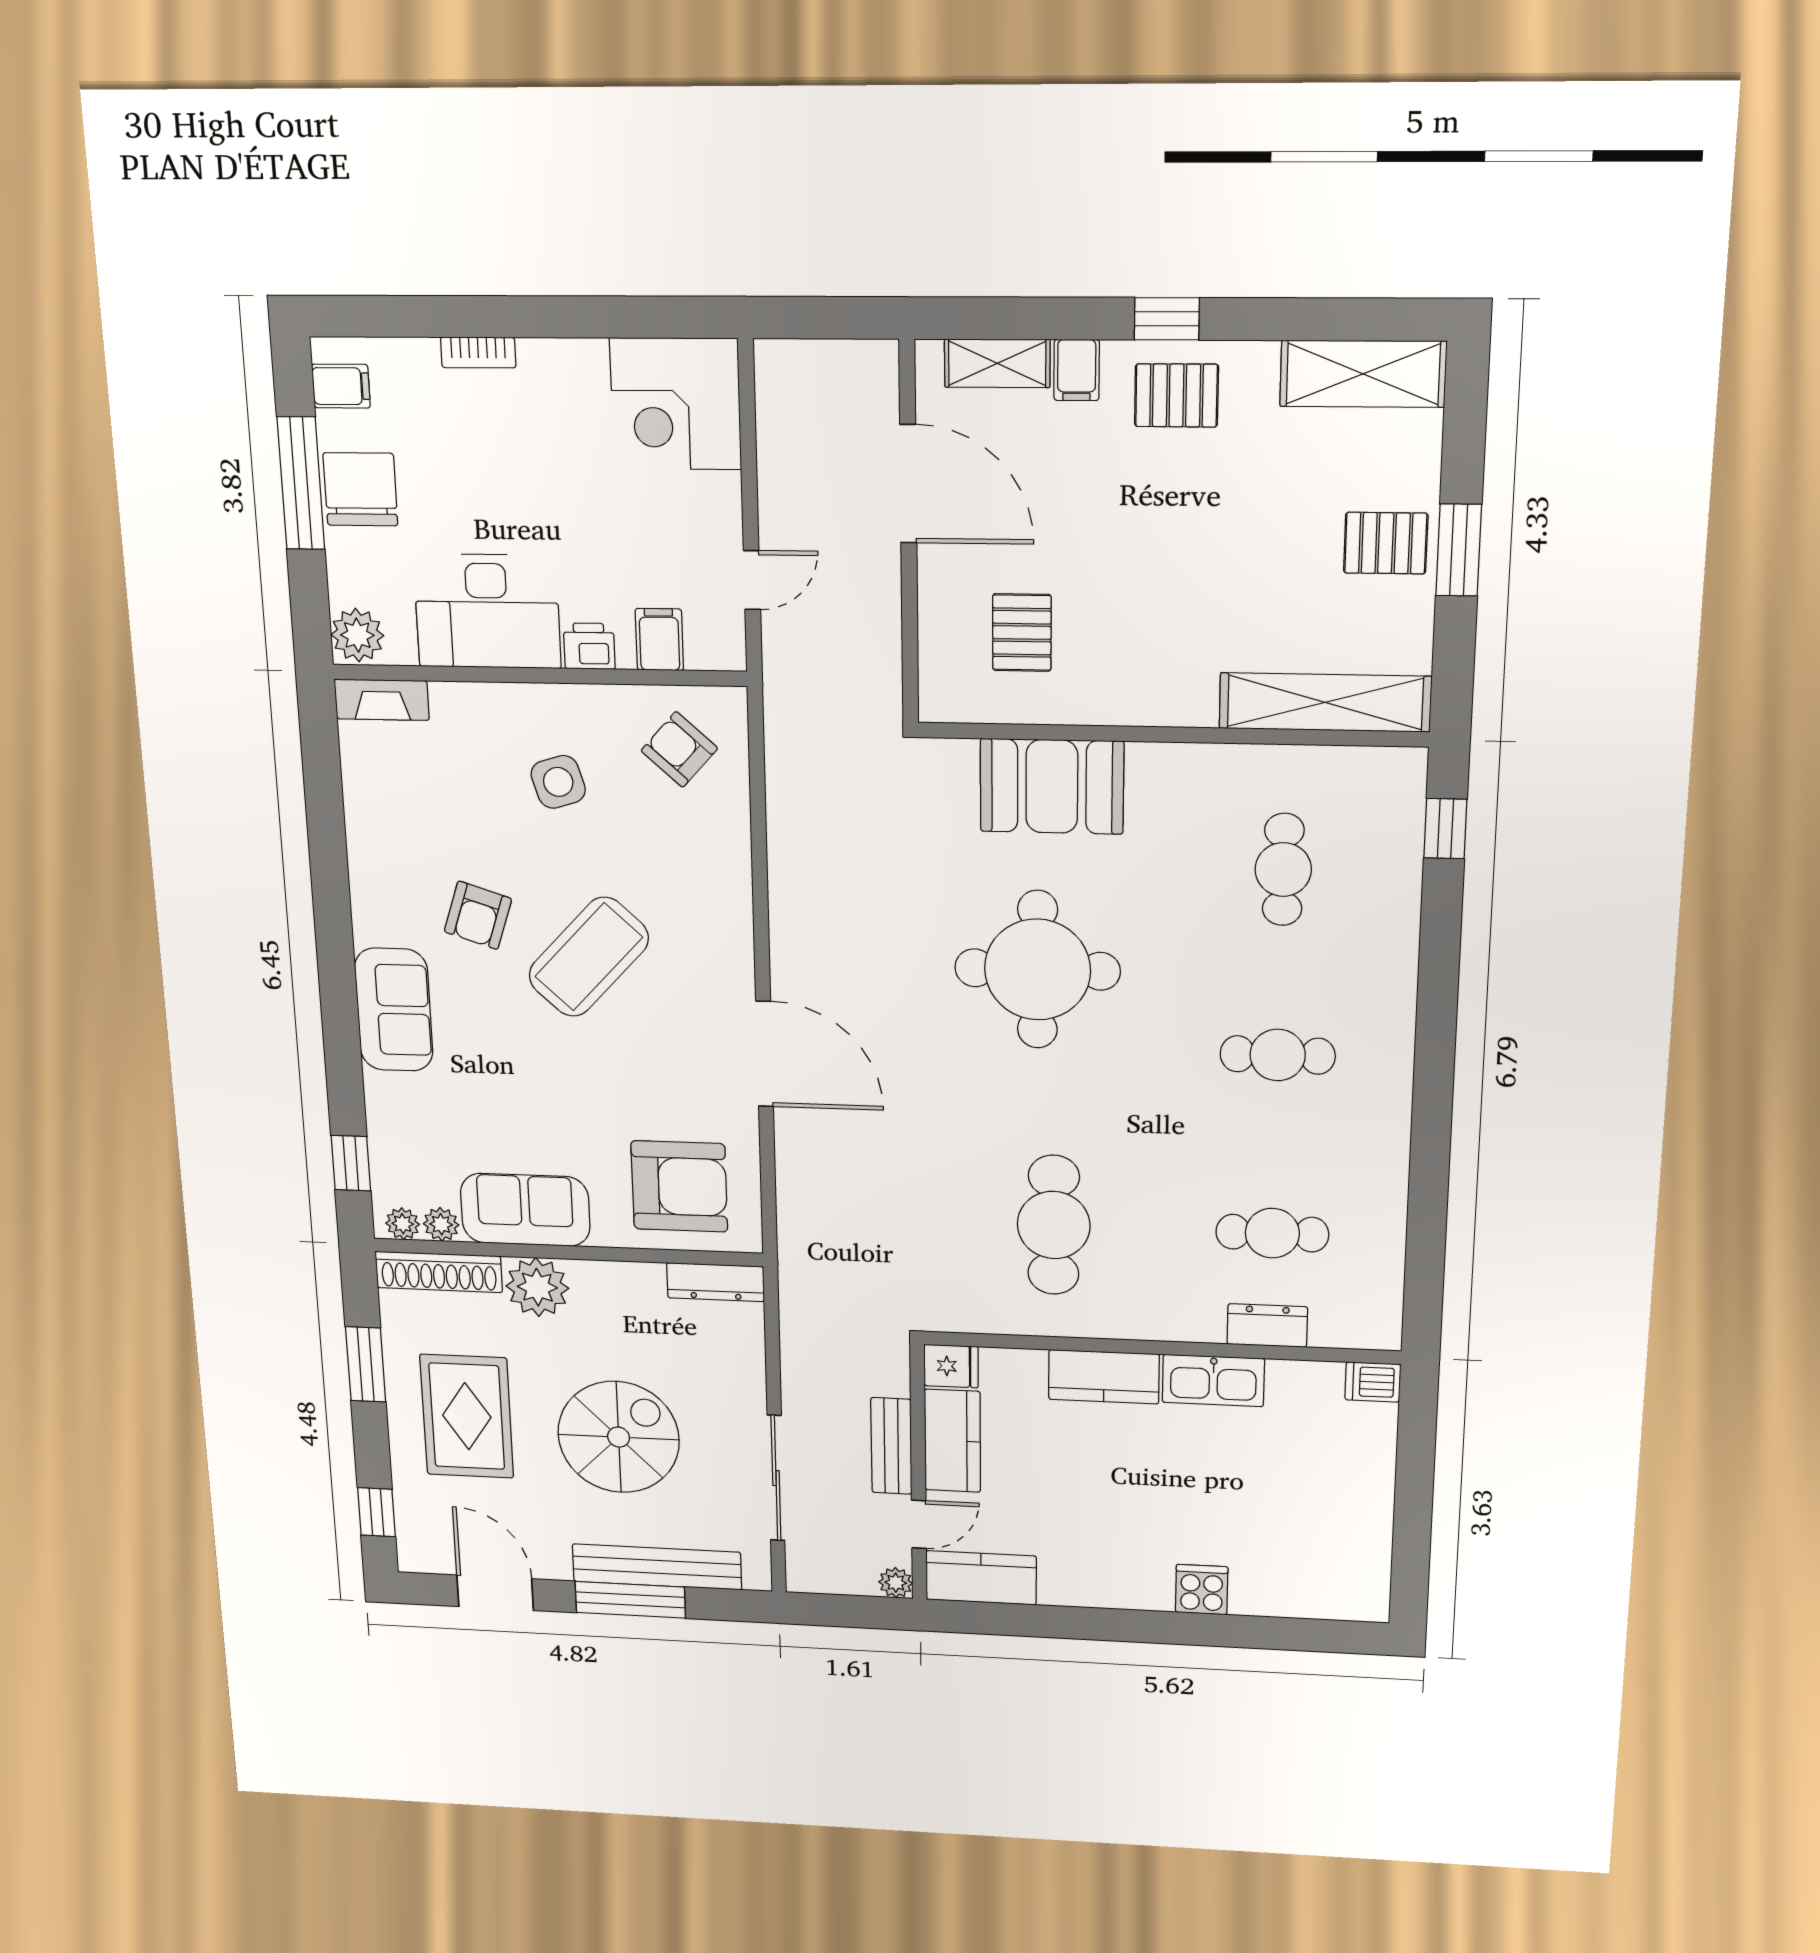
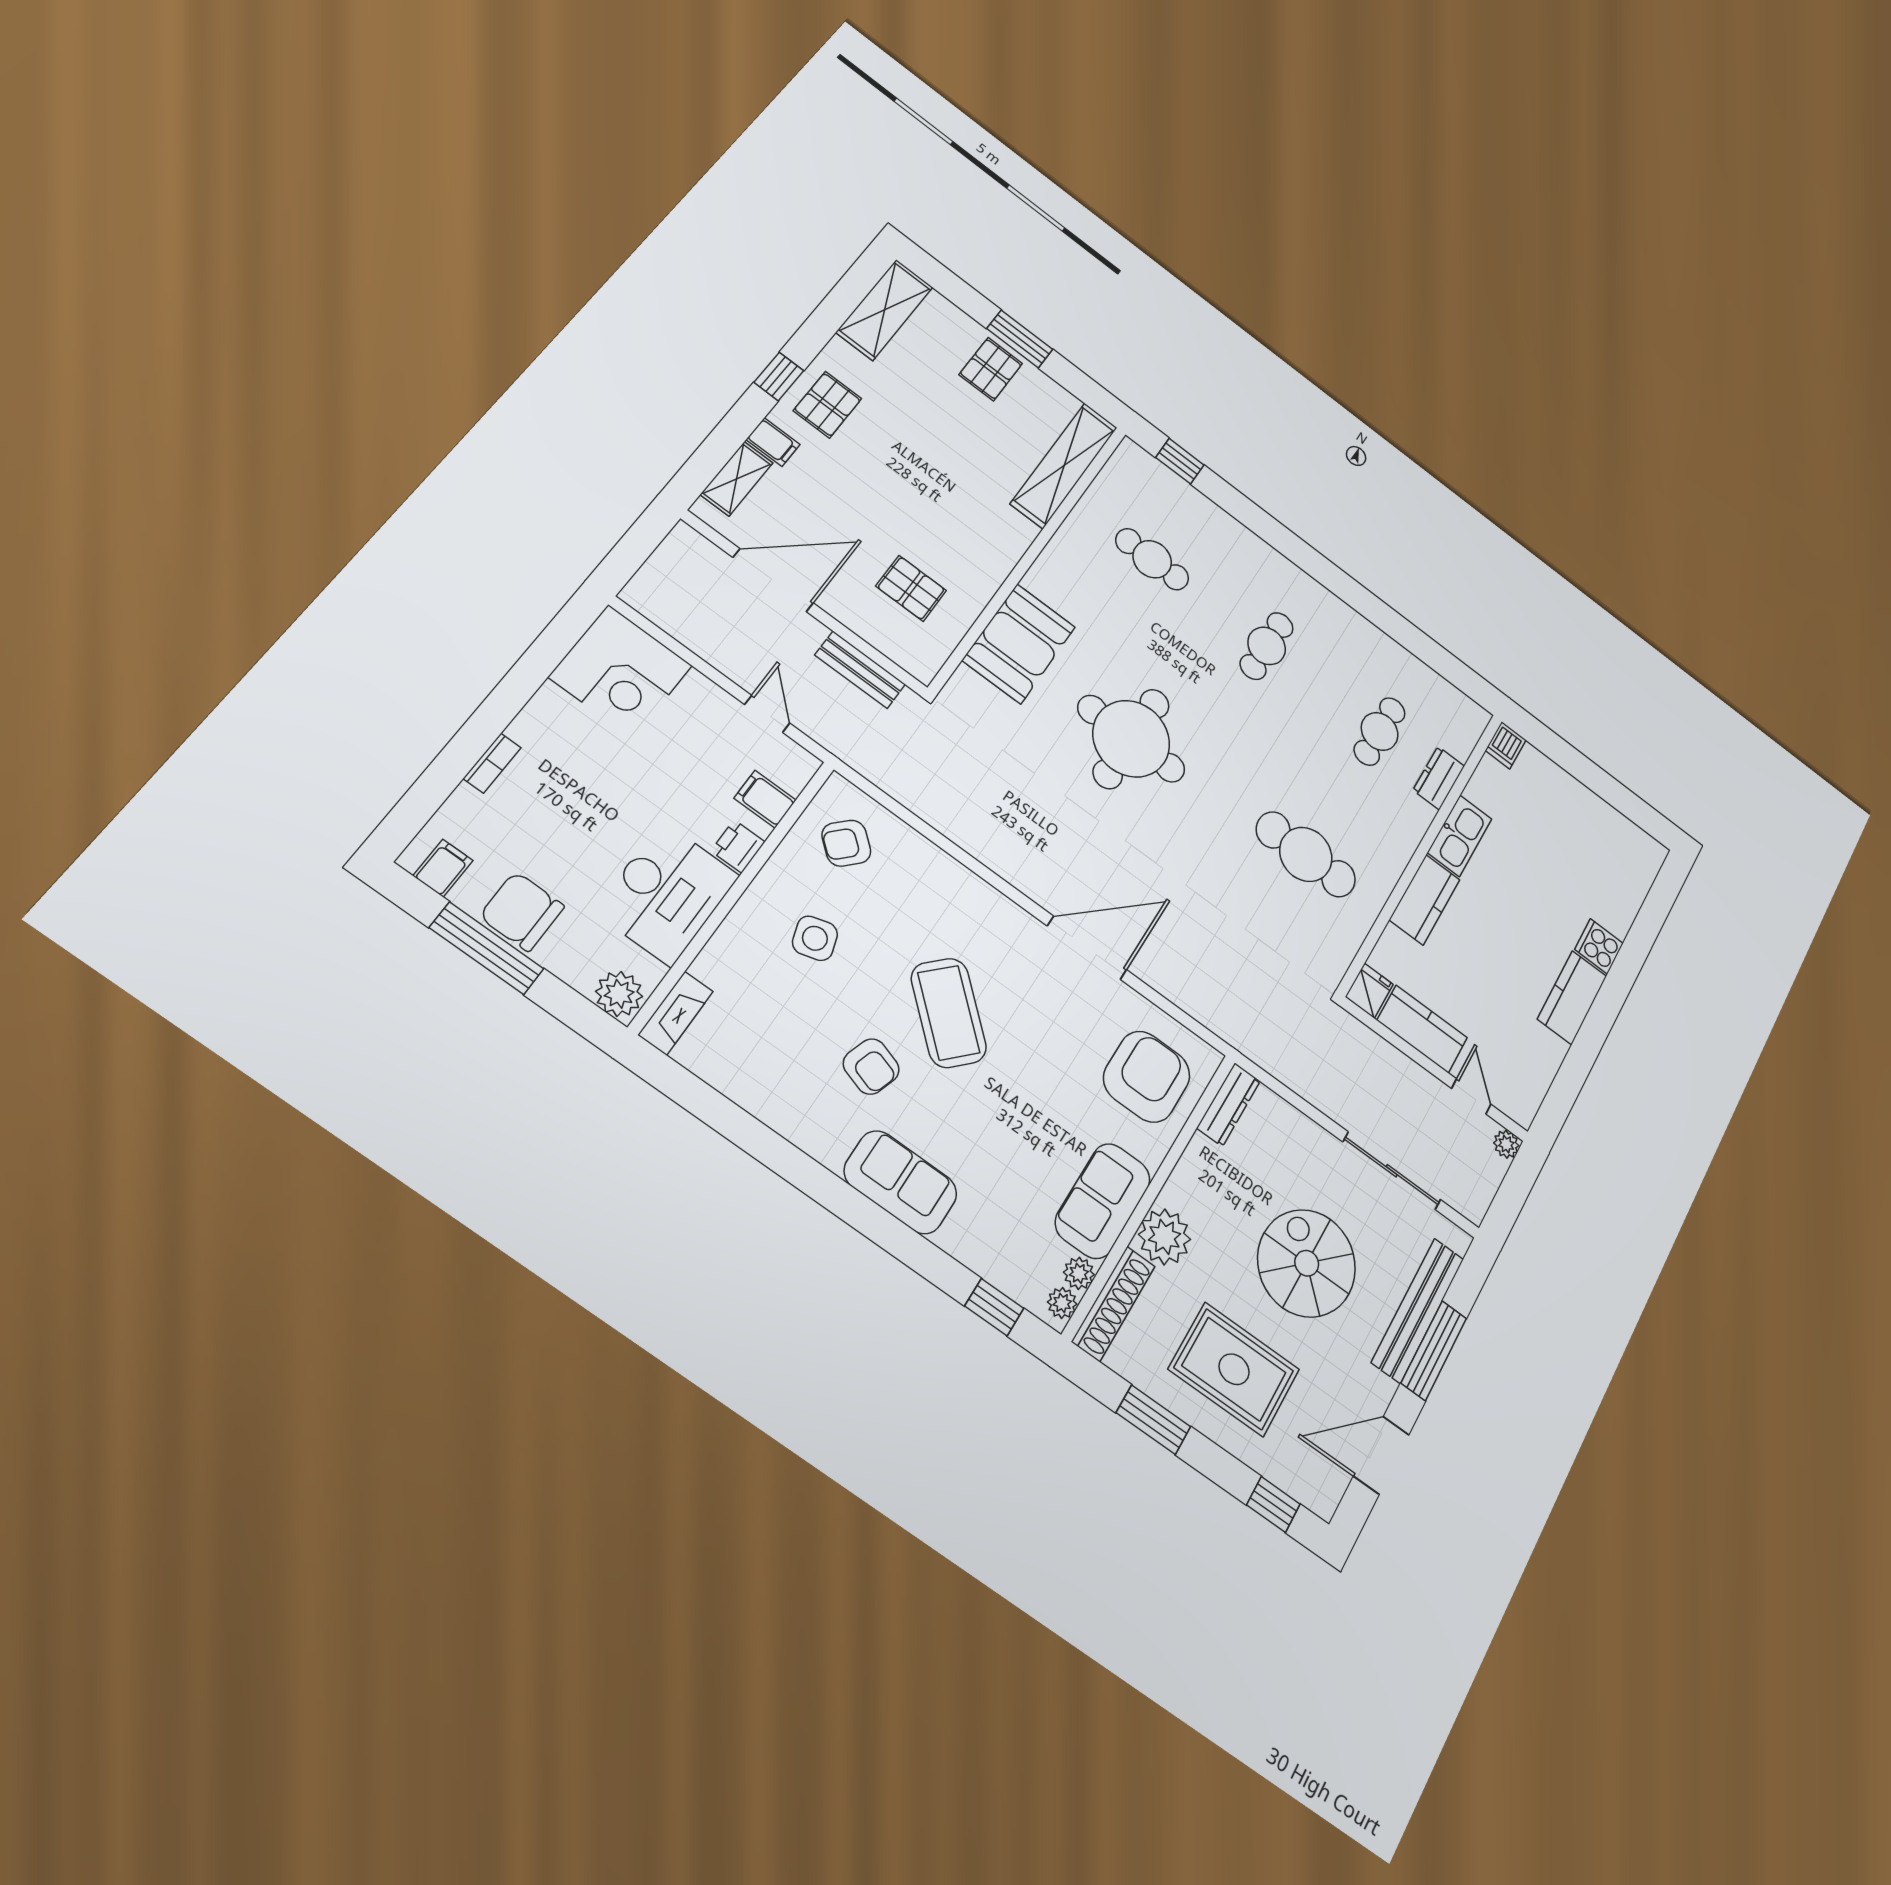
bench: (891, 1446) -> (860, 670), moved
kitchen counter: (981, 1578) -> (1572, 998), moved

